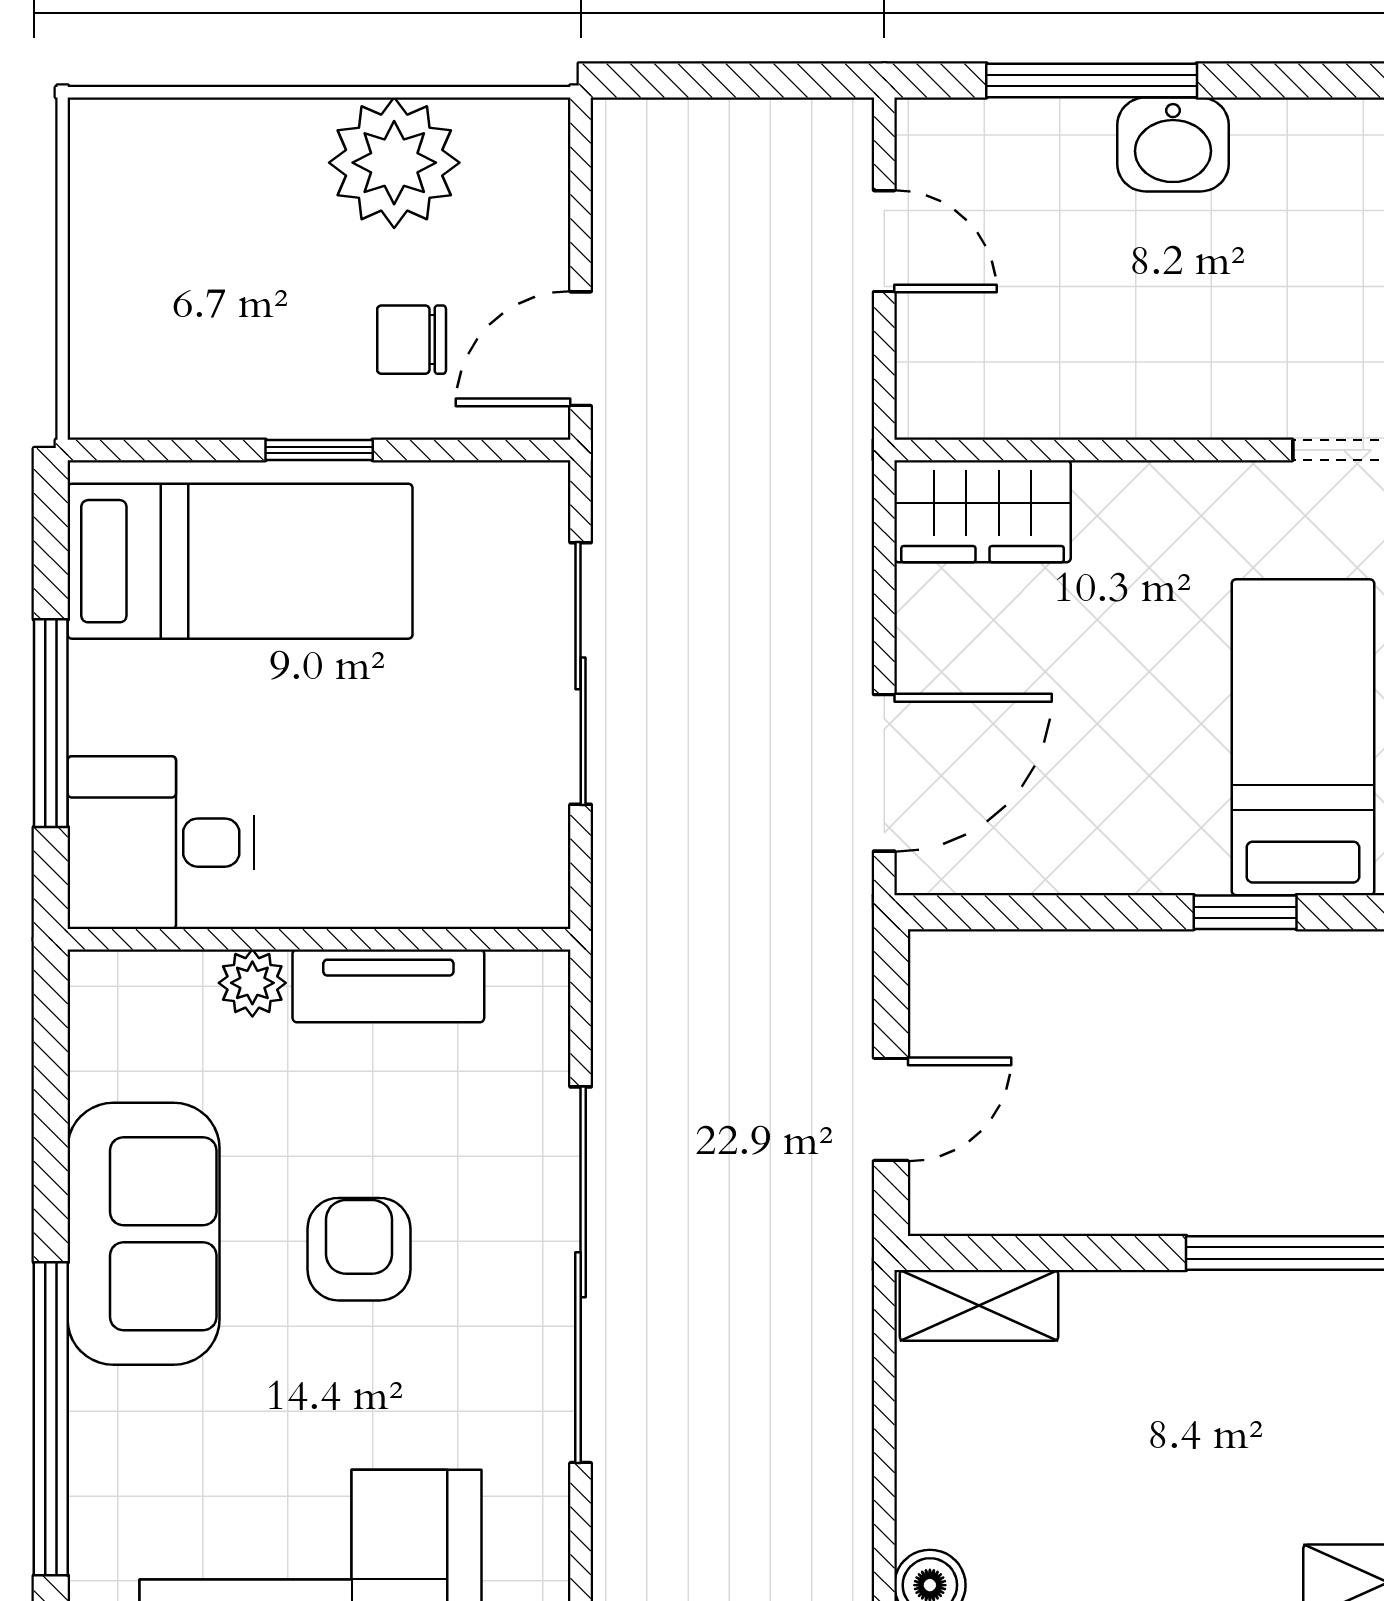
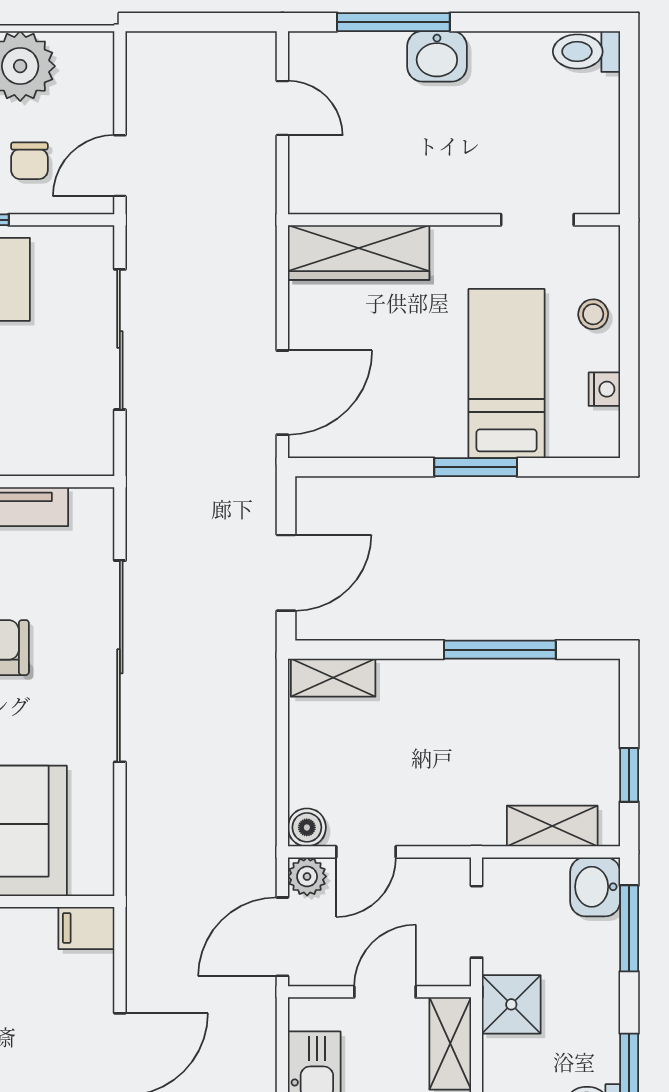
chair: (412, 340) -> (29, 161), turned -90
wardrobe: (983, 511) -> (359, 253), width x1.50
window: (1245, 912) -> (476, 467), width x1.50
door: (891, 1109) -> (286, 573), width x1.38

